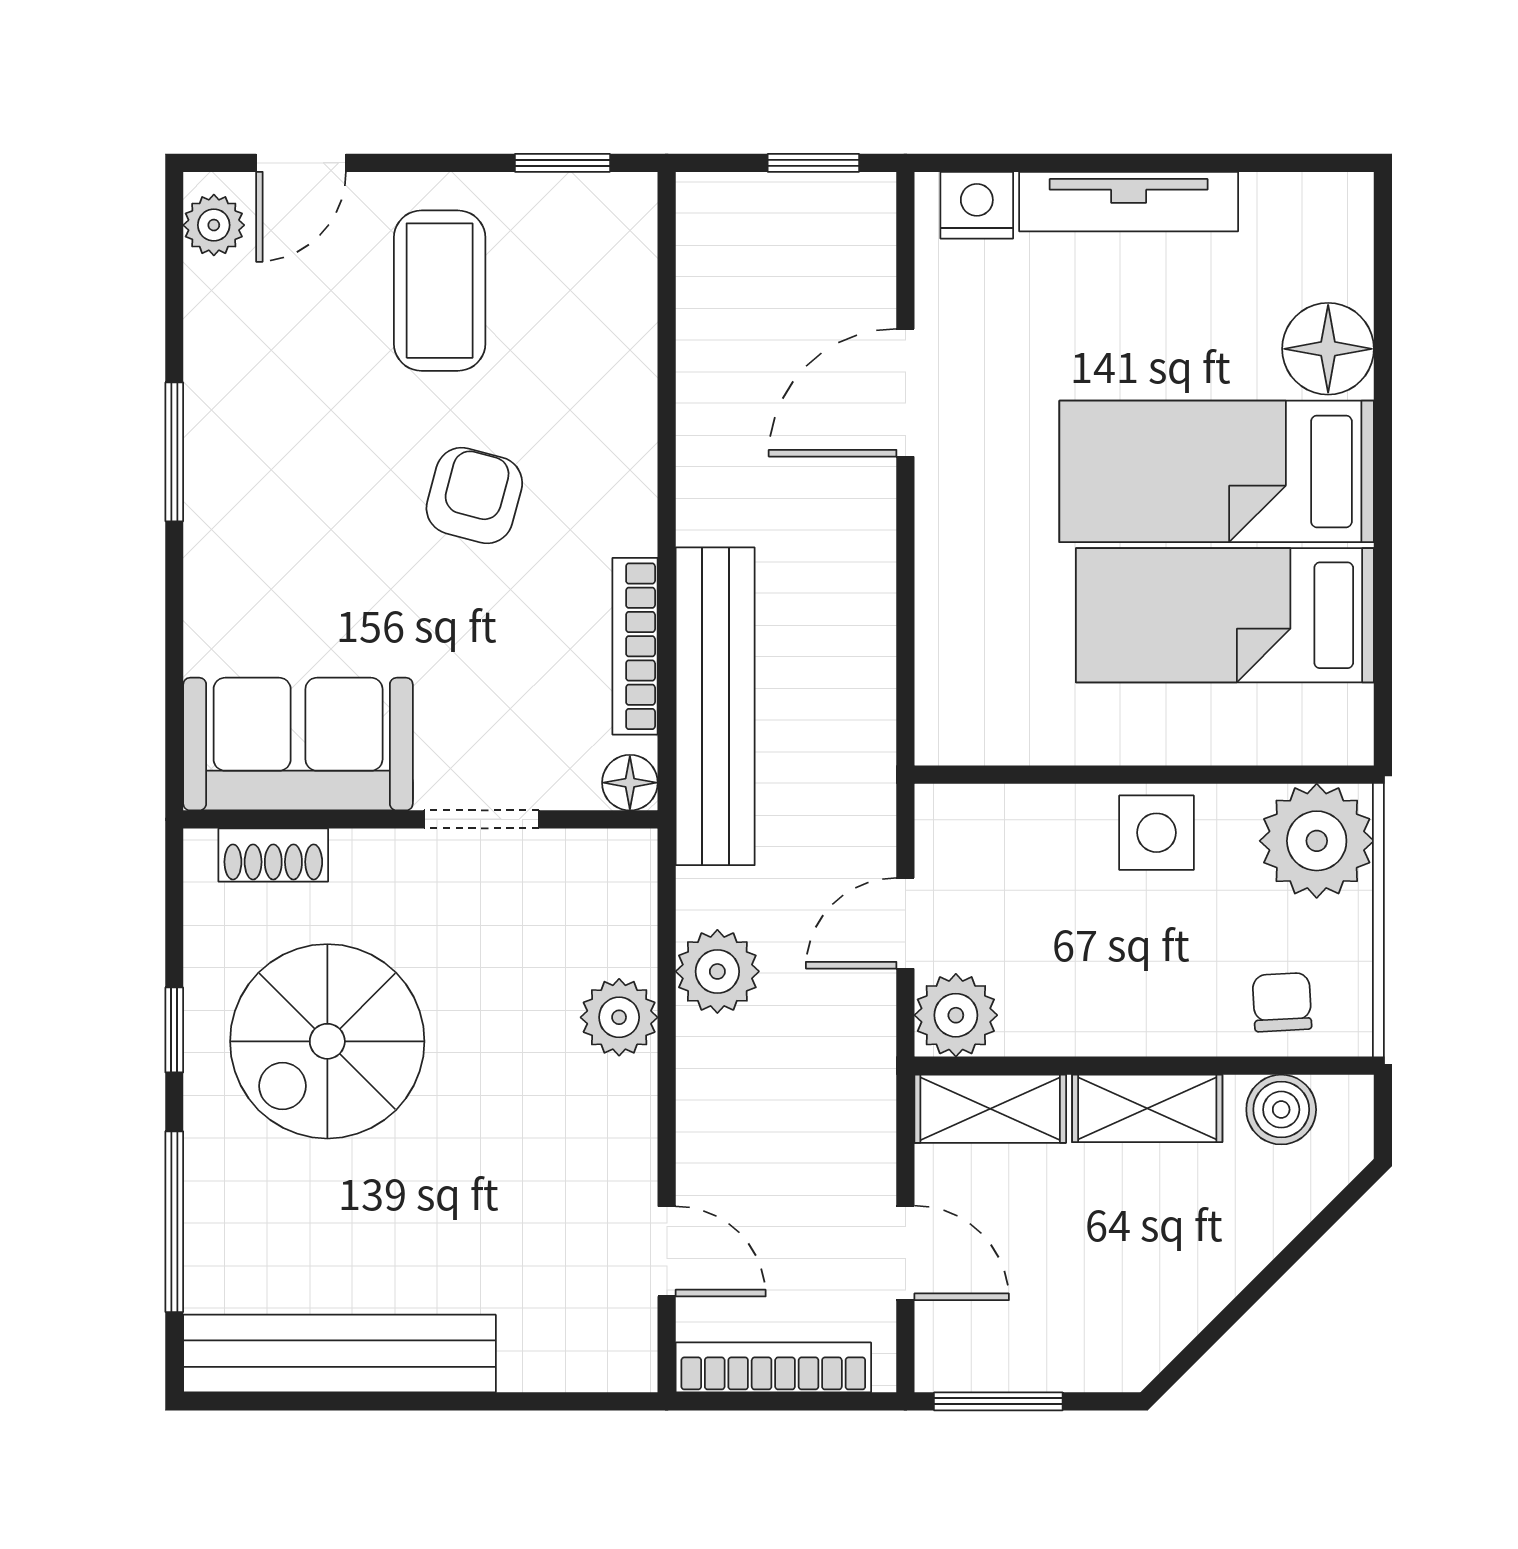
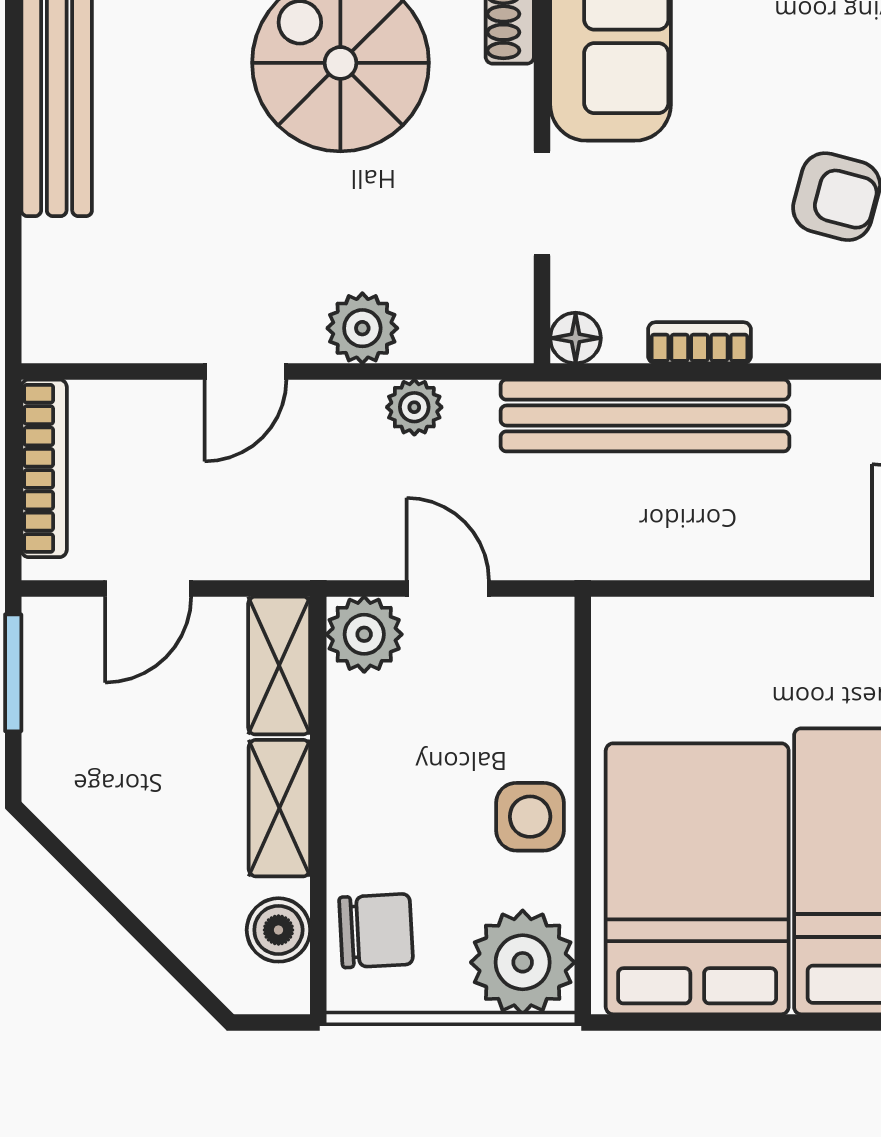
bed: (1225, 615) -> (697, 879), width x1.50
bookcase: (635, 646) -> (699, 343), width x0.64
plant: (717, 971) -> (414, 407), width x0.73, depth x0.73
chair: (1282, 1002) -> (376, 931), width x1.37, depth x1.37
door: (667, 1251) -> (246, 371), moved

